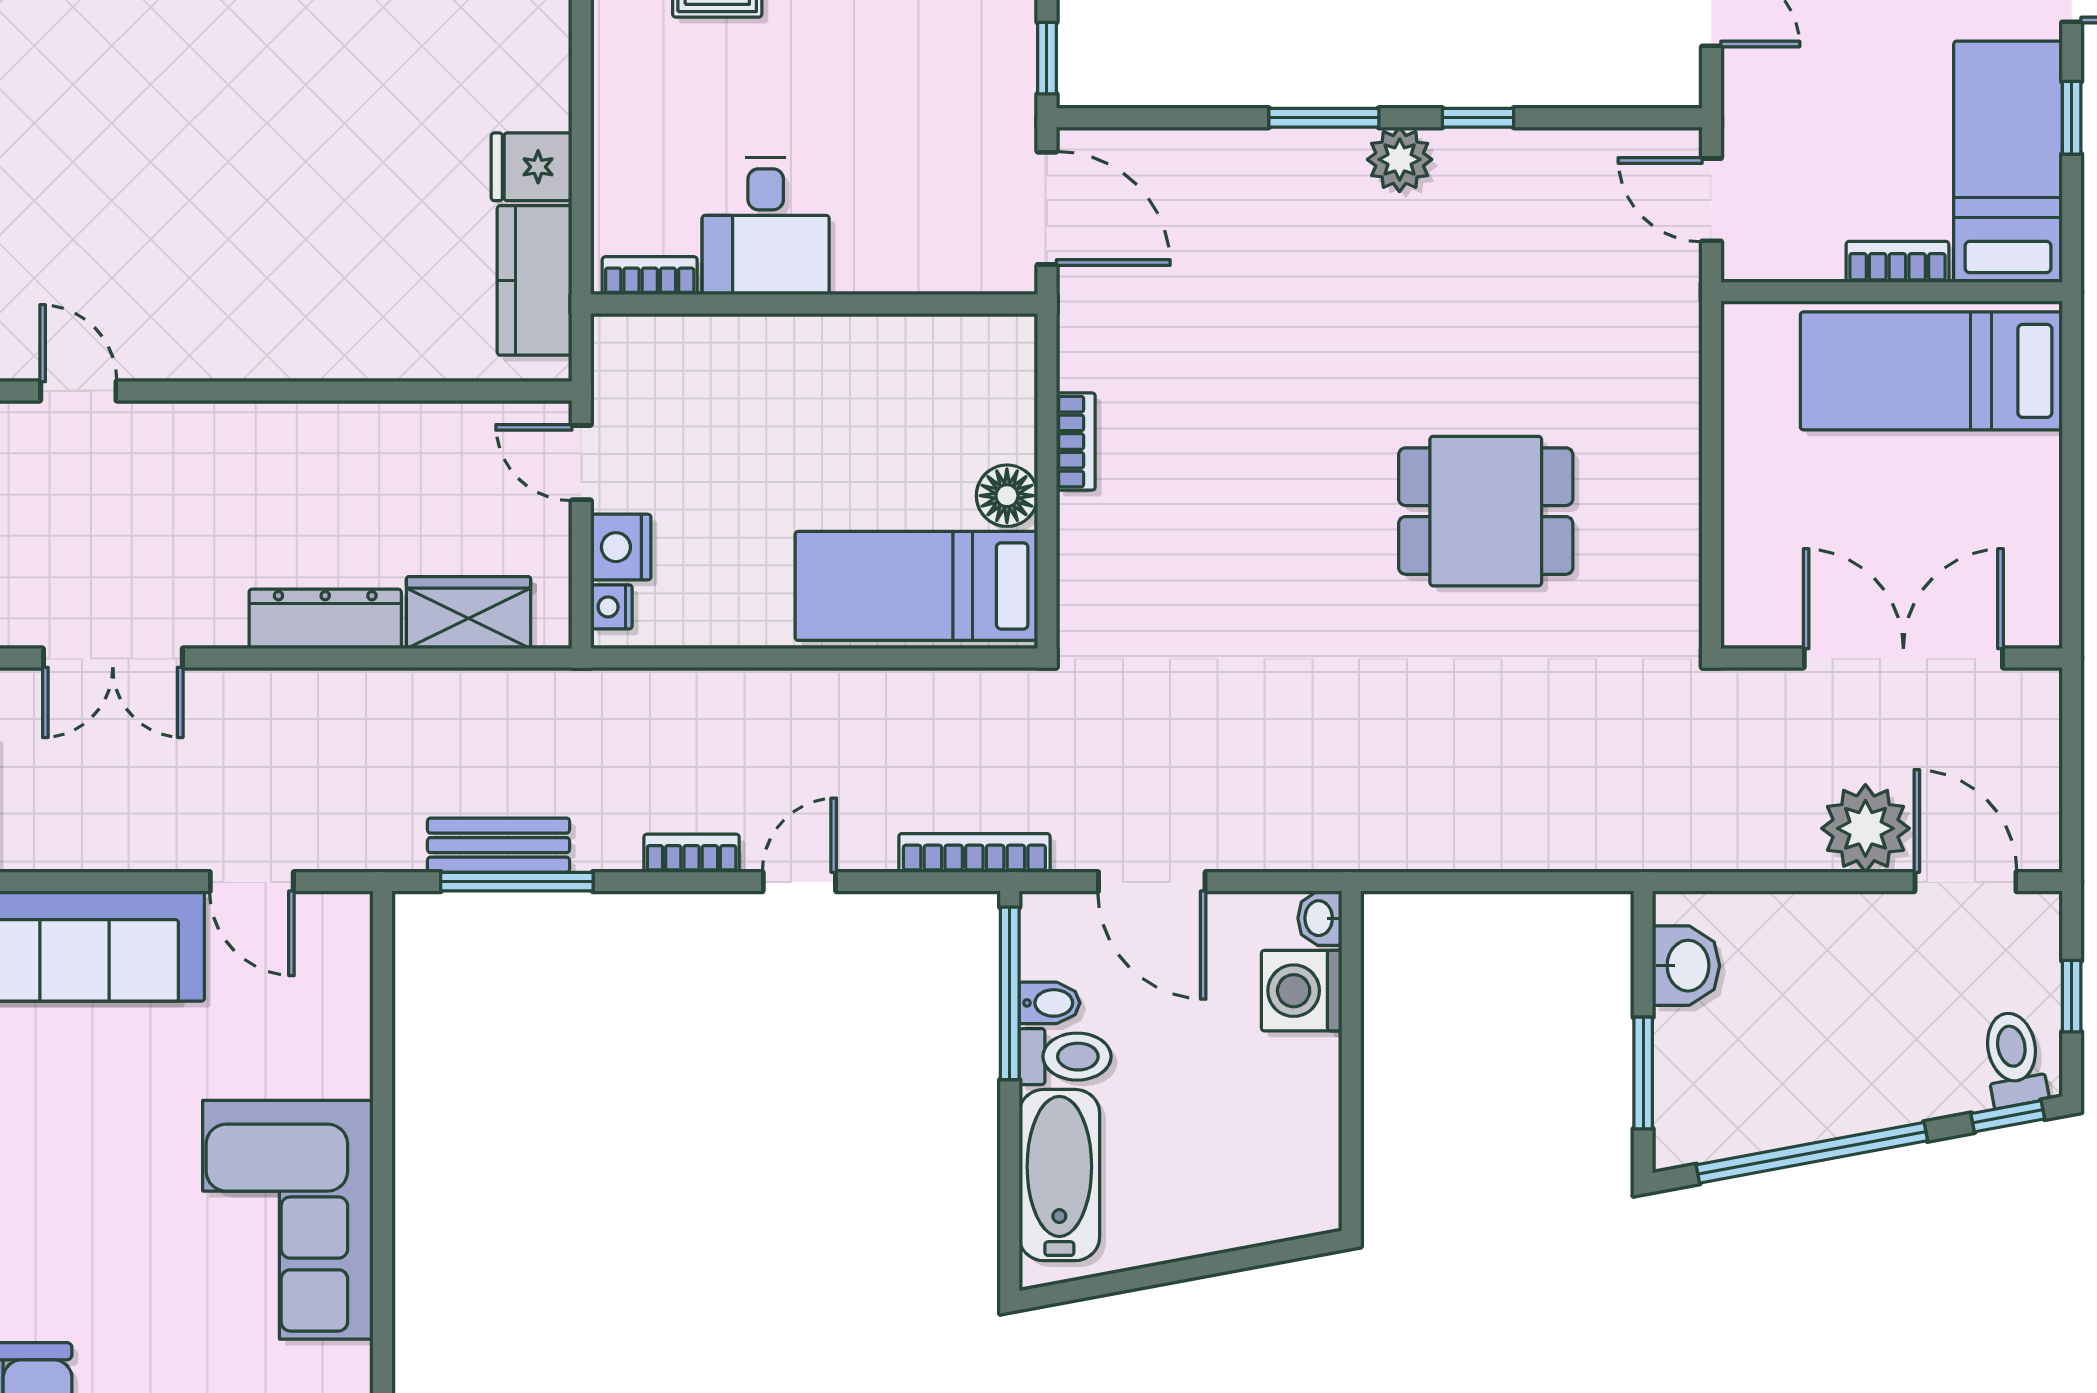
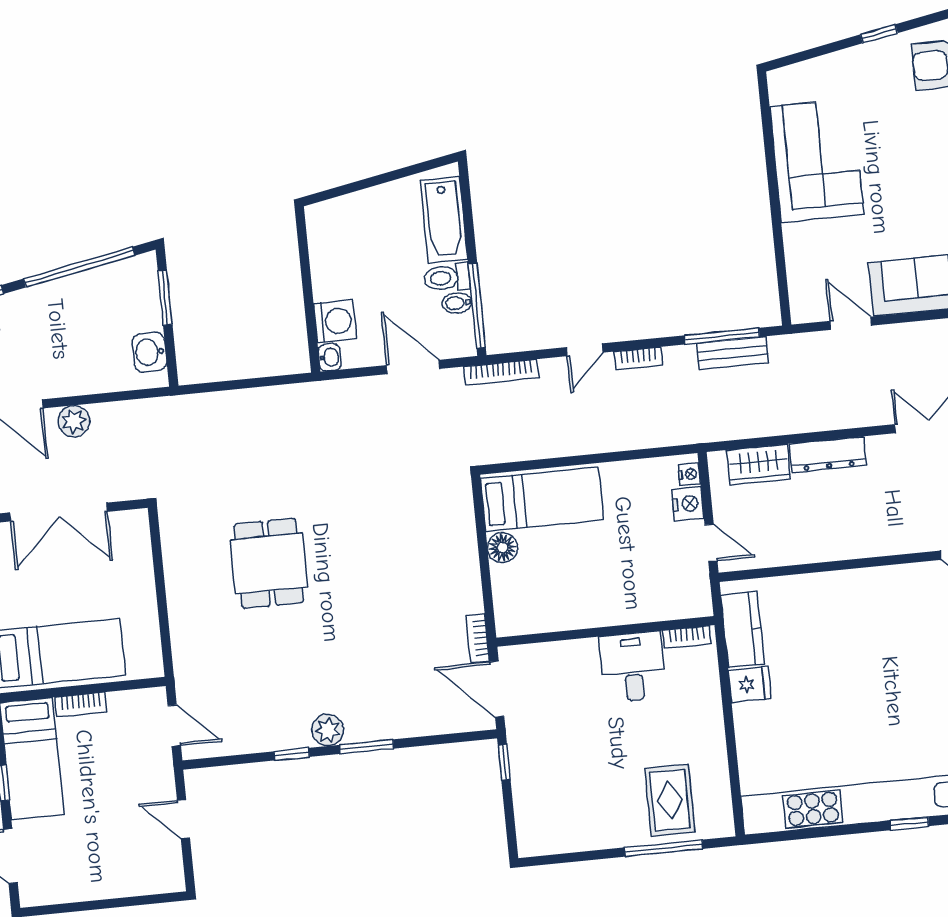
bookcase: (1076, 442) -> (478, 638), moved
dining table: (1486, 511) -> (269, 563), turned 90
plant: (1865, 828) -> (74, 421), width x0.73, depth x0.73

